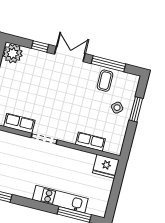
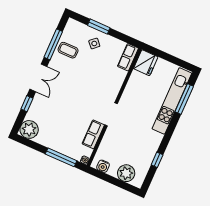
double door: (70, 54) -> (38, 78), swing flipped
row of seats: (90, 142) -> (128, 57), moved
kitchen unit: (60, 199) -> (172, 101), width x1.36

